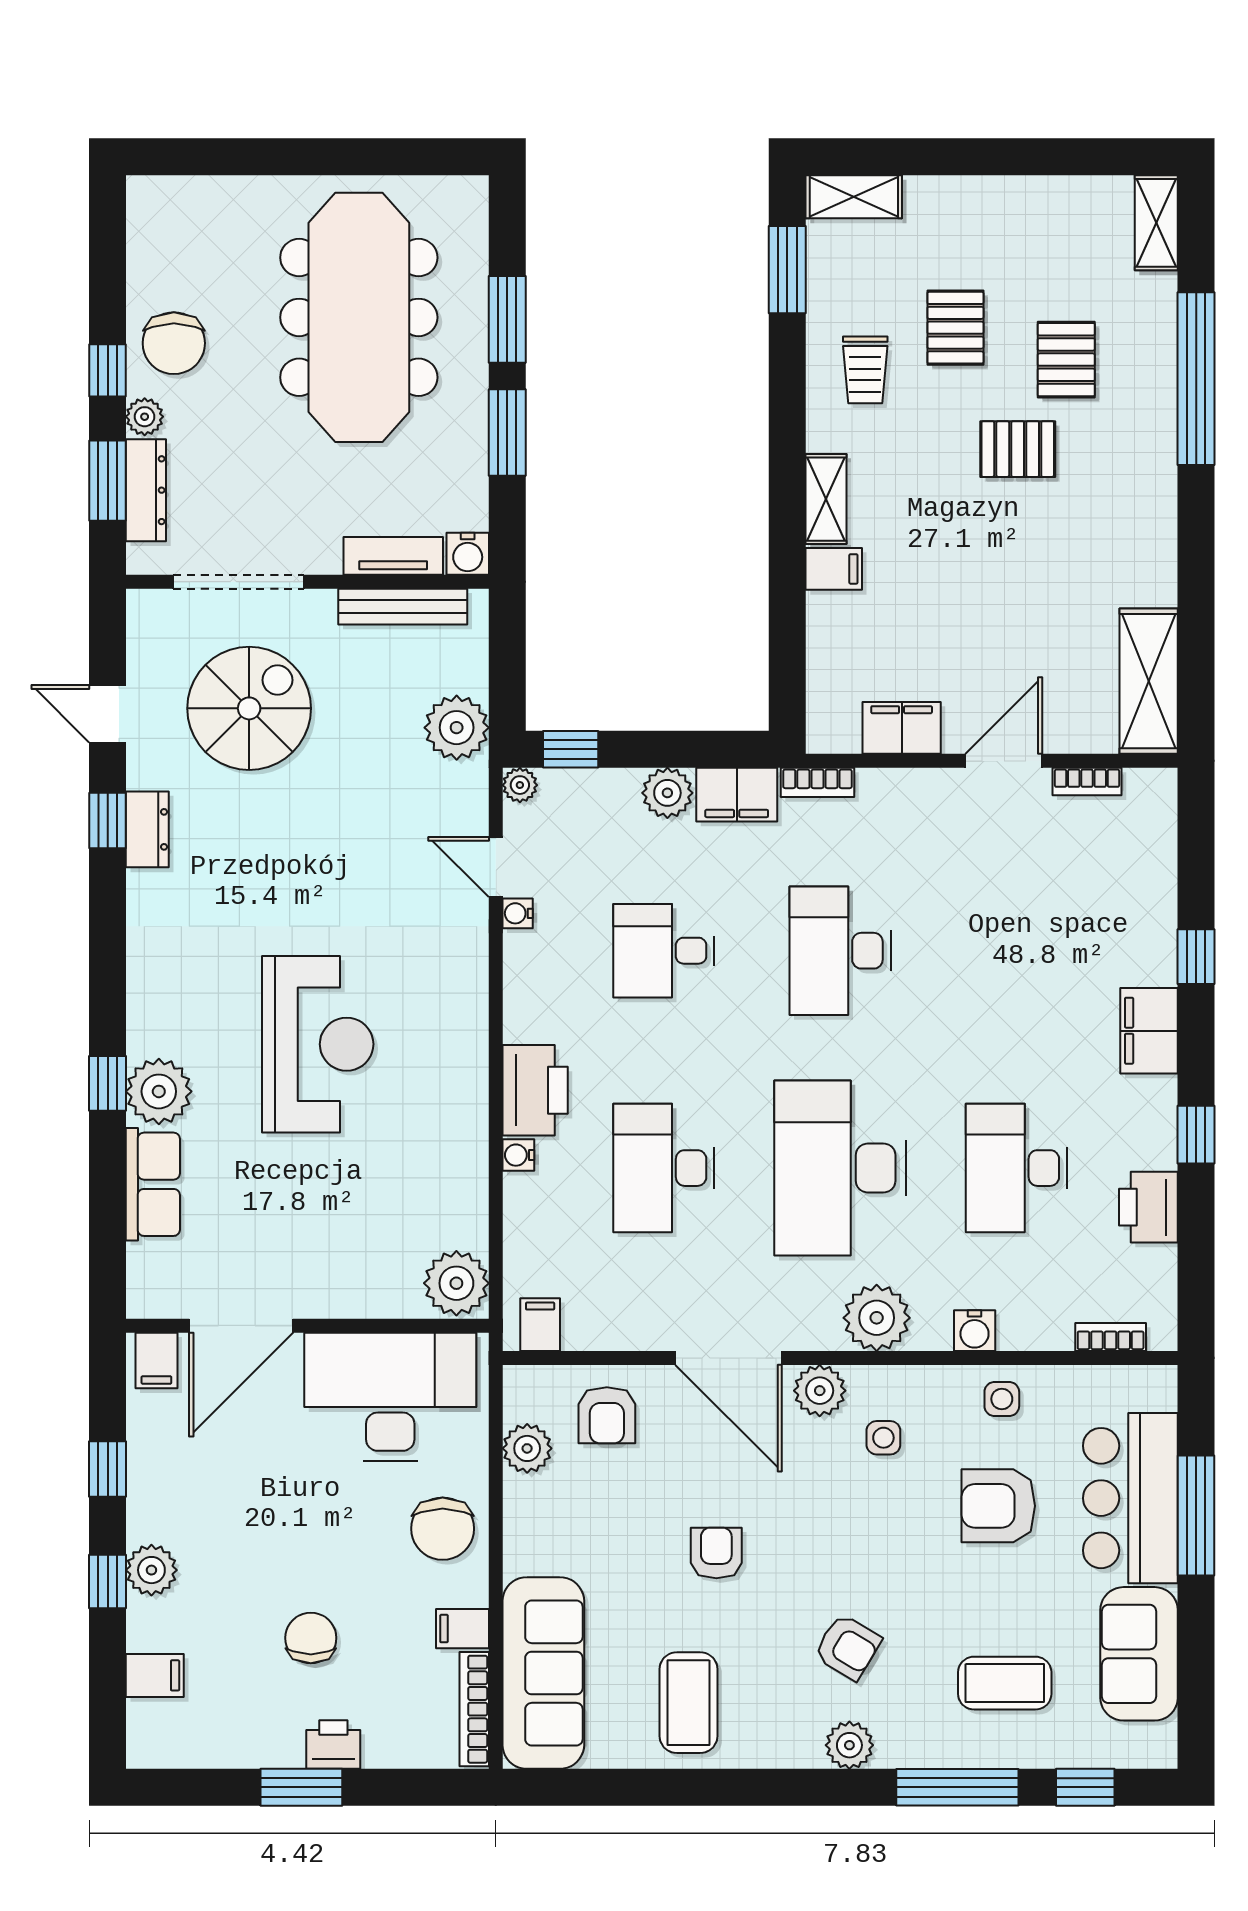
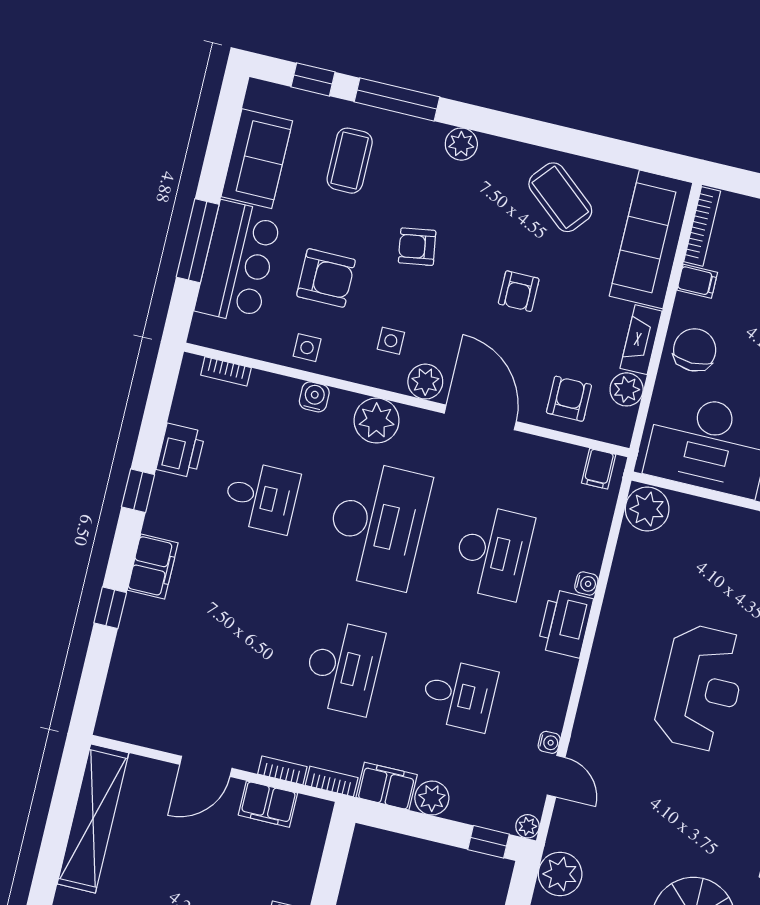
shelving: (1149, 681) -> (93, 818), width x1.47
bookcase: (1087, 781) -> (282, 770), moved
reception desk: (318, 1044) -> (701, 688), turned 180
desk: (1017, 1168) -> (261, 497), width x0.73
fireplace: (523, 1525) -> (641, 340), added
armchair: (848, 1647) -> (417, 247), moved, turned -40
coffee table: (1005, 1683) -> (350, 161), turned 90
coffee table: (689, 1703) -> (560, 197), turned -50

